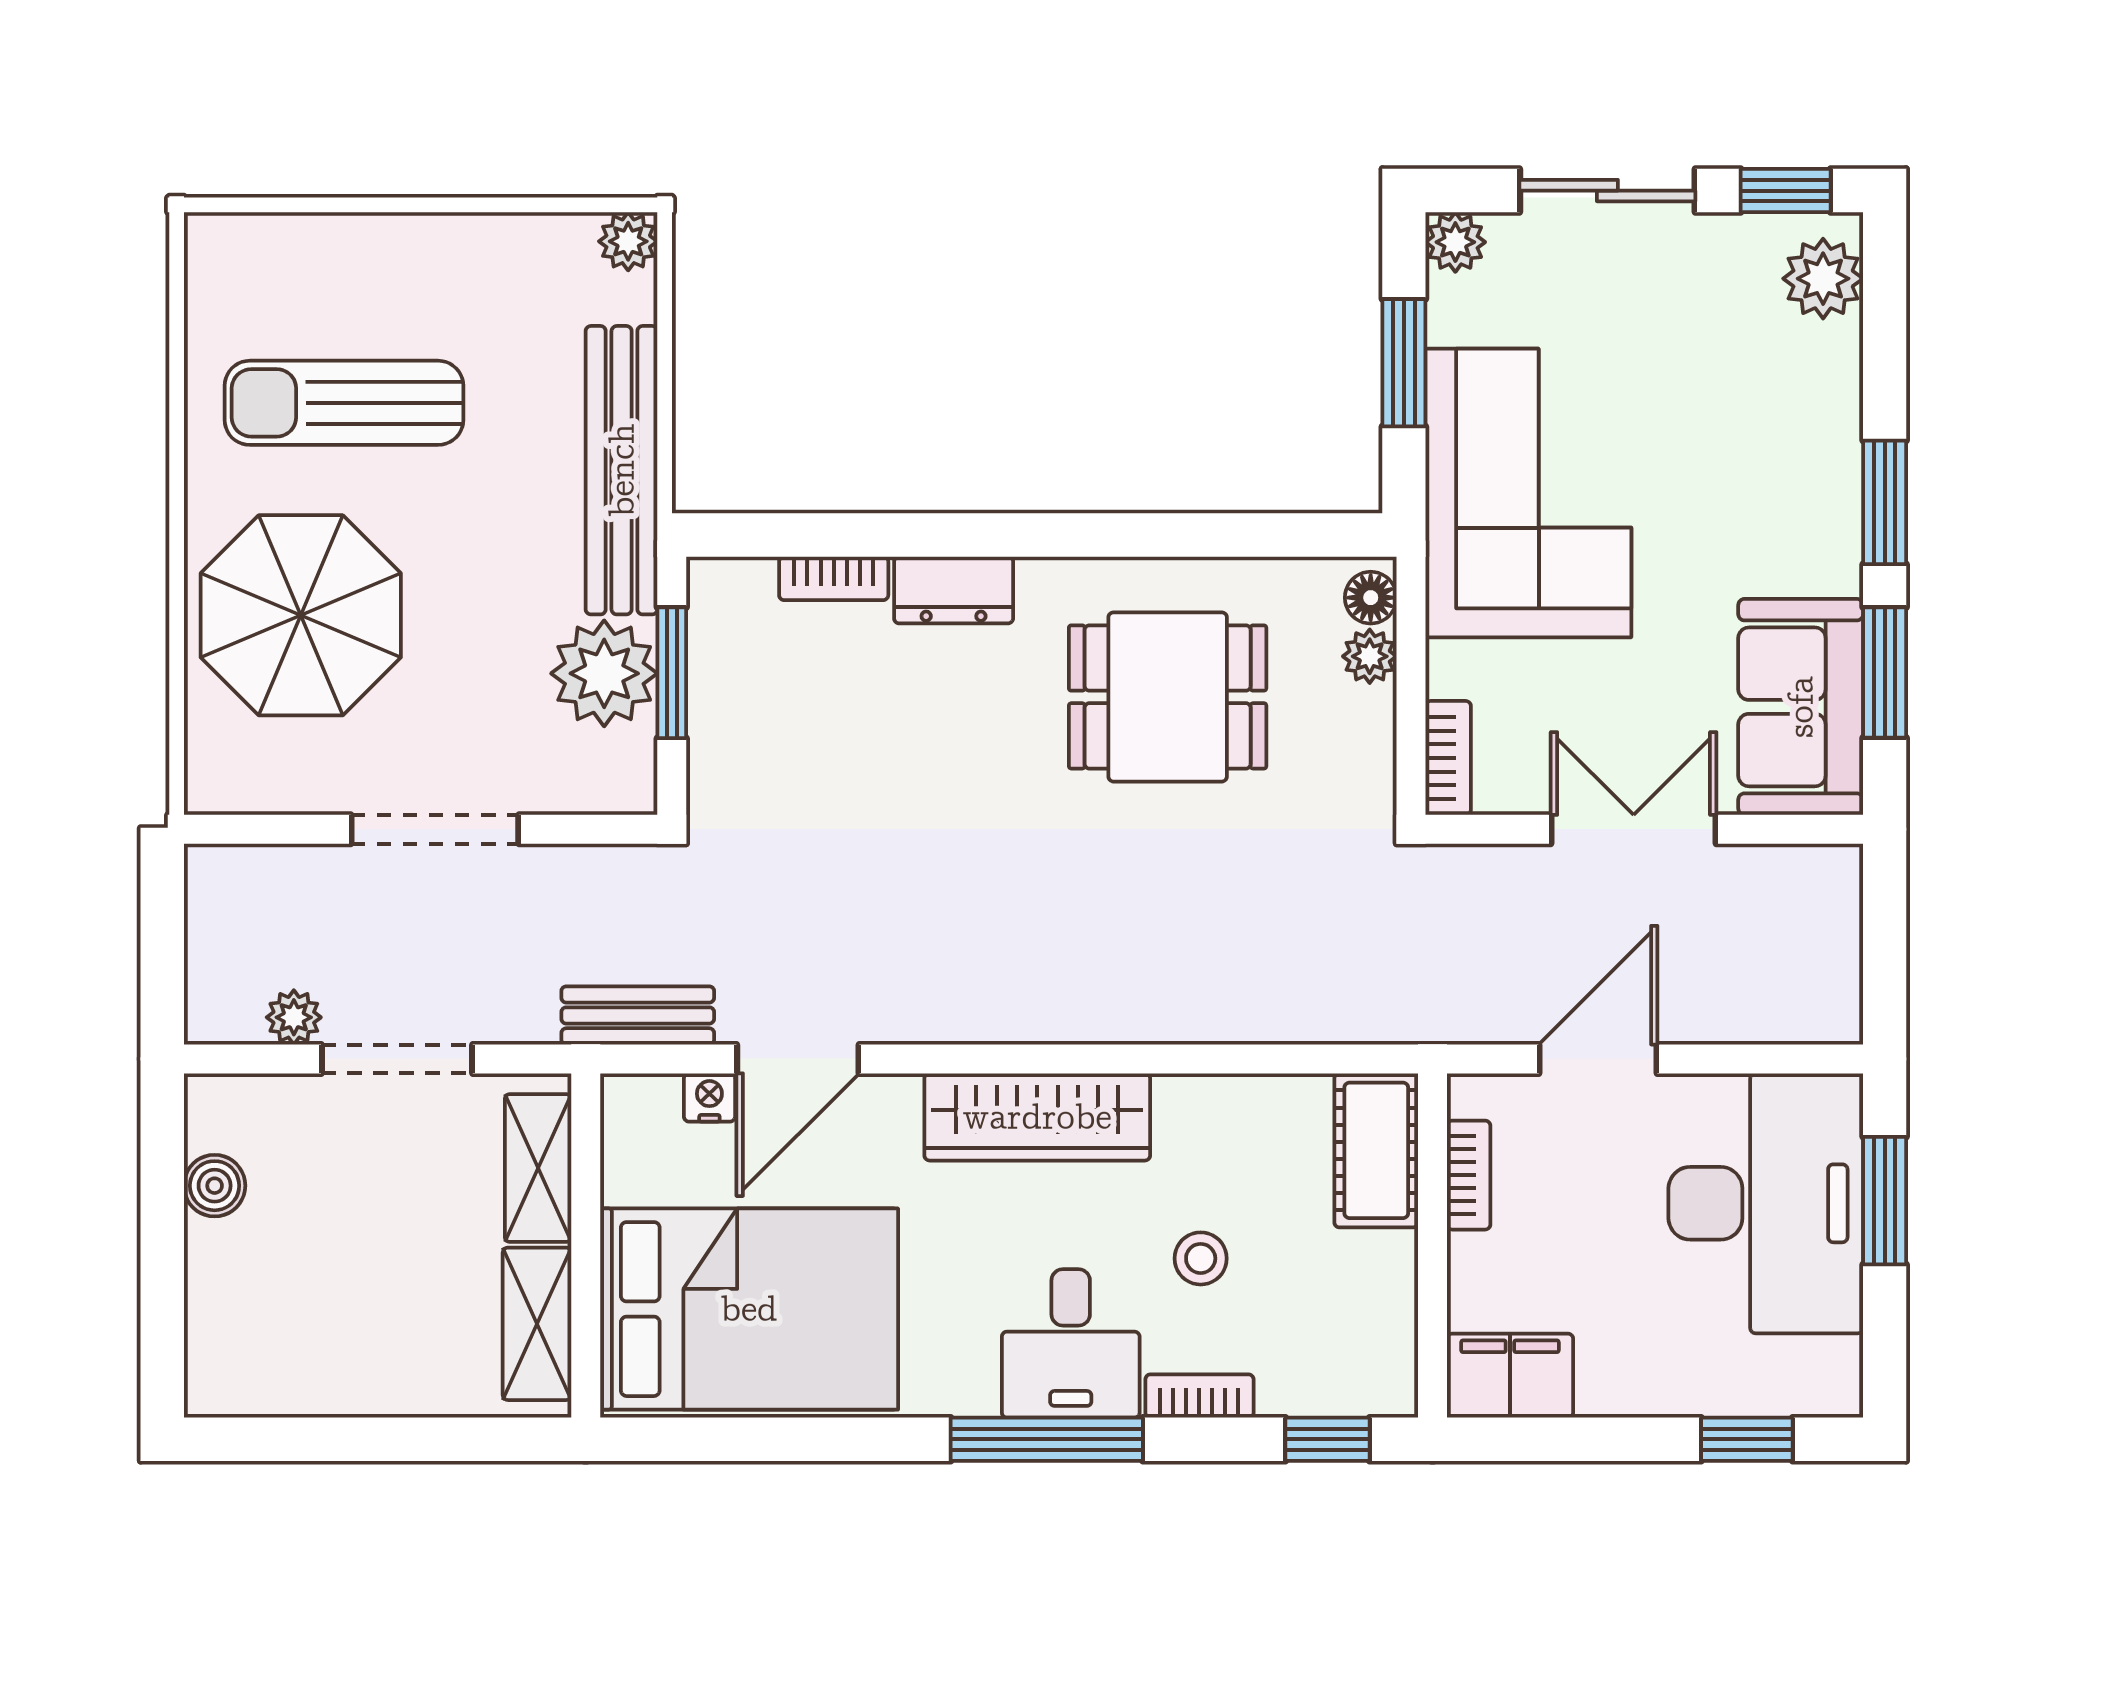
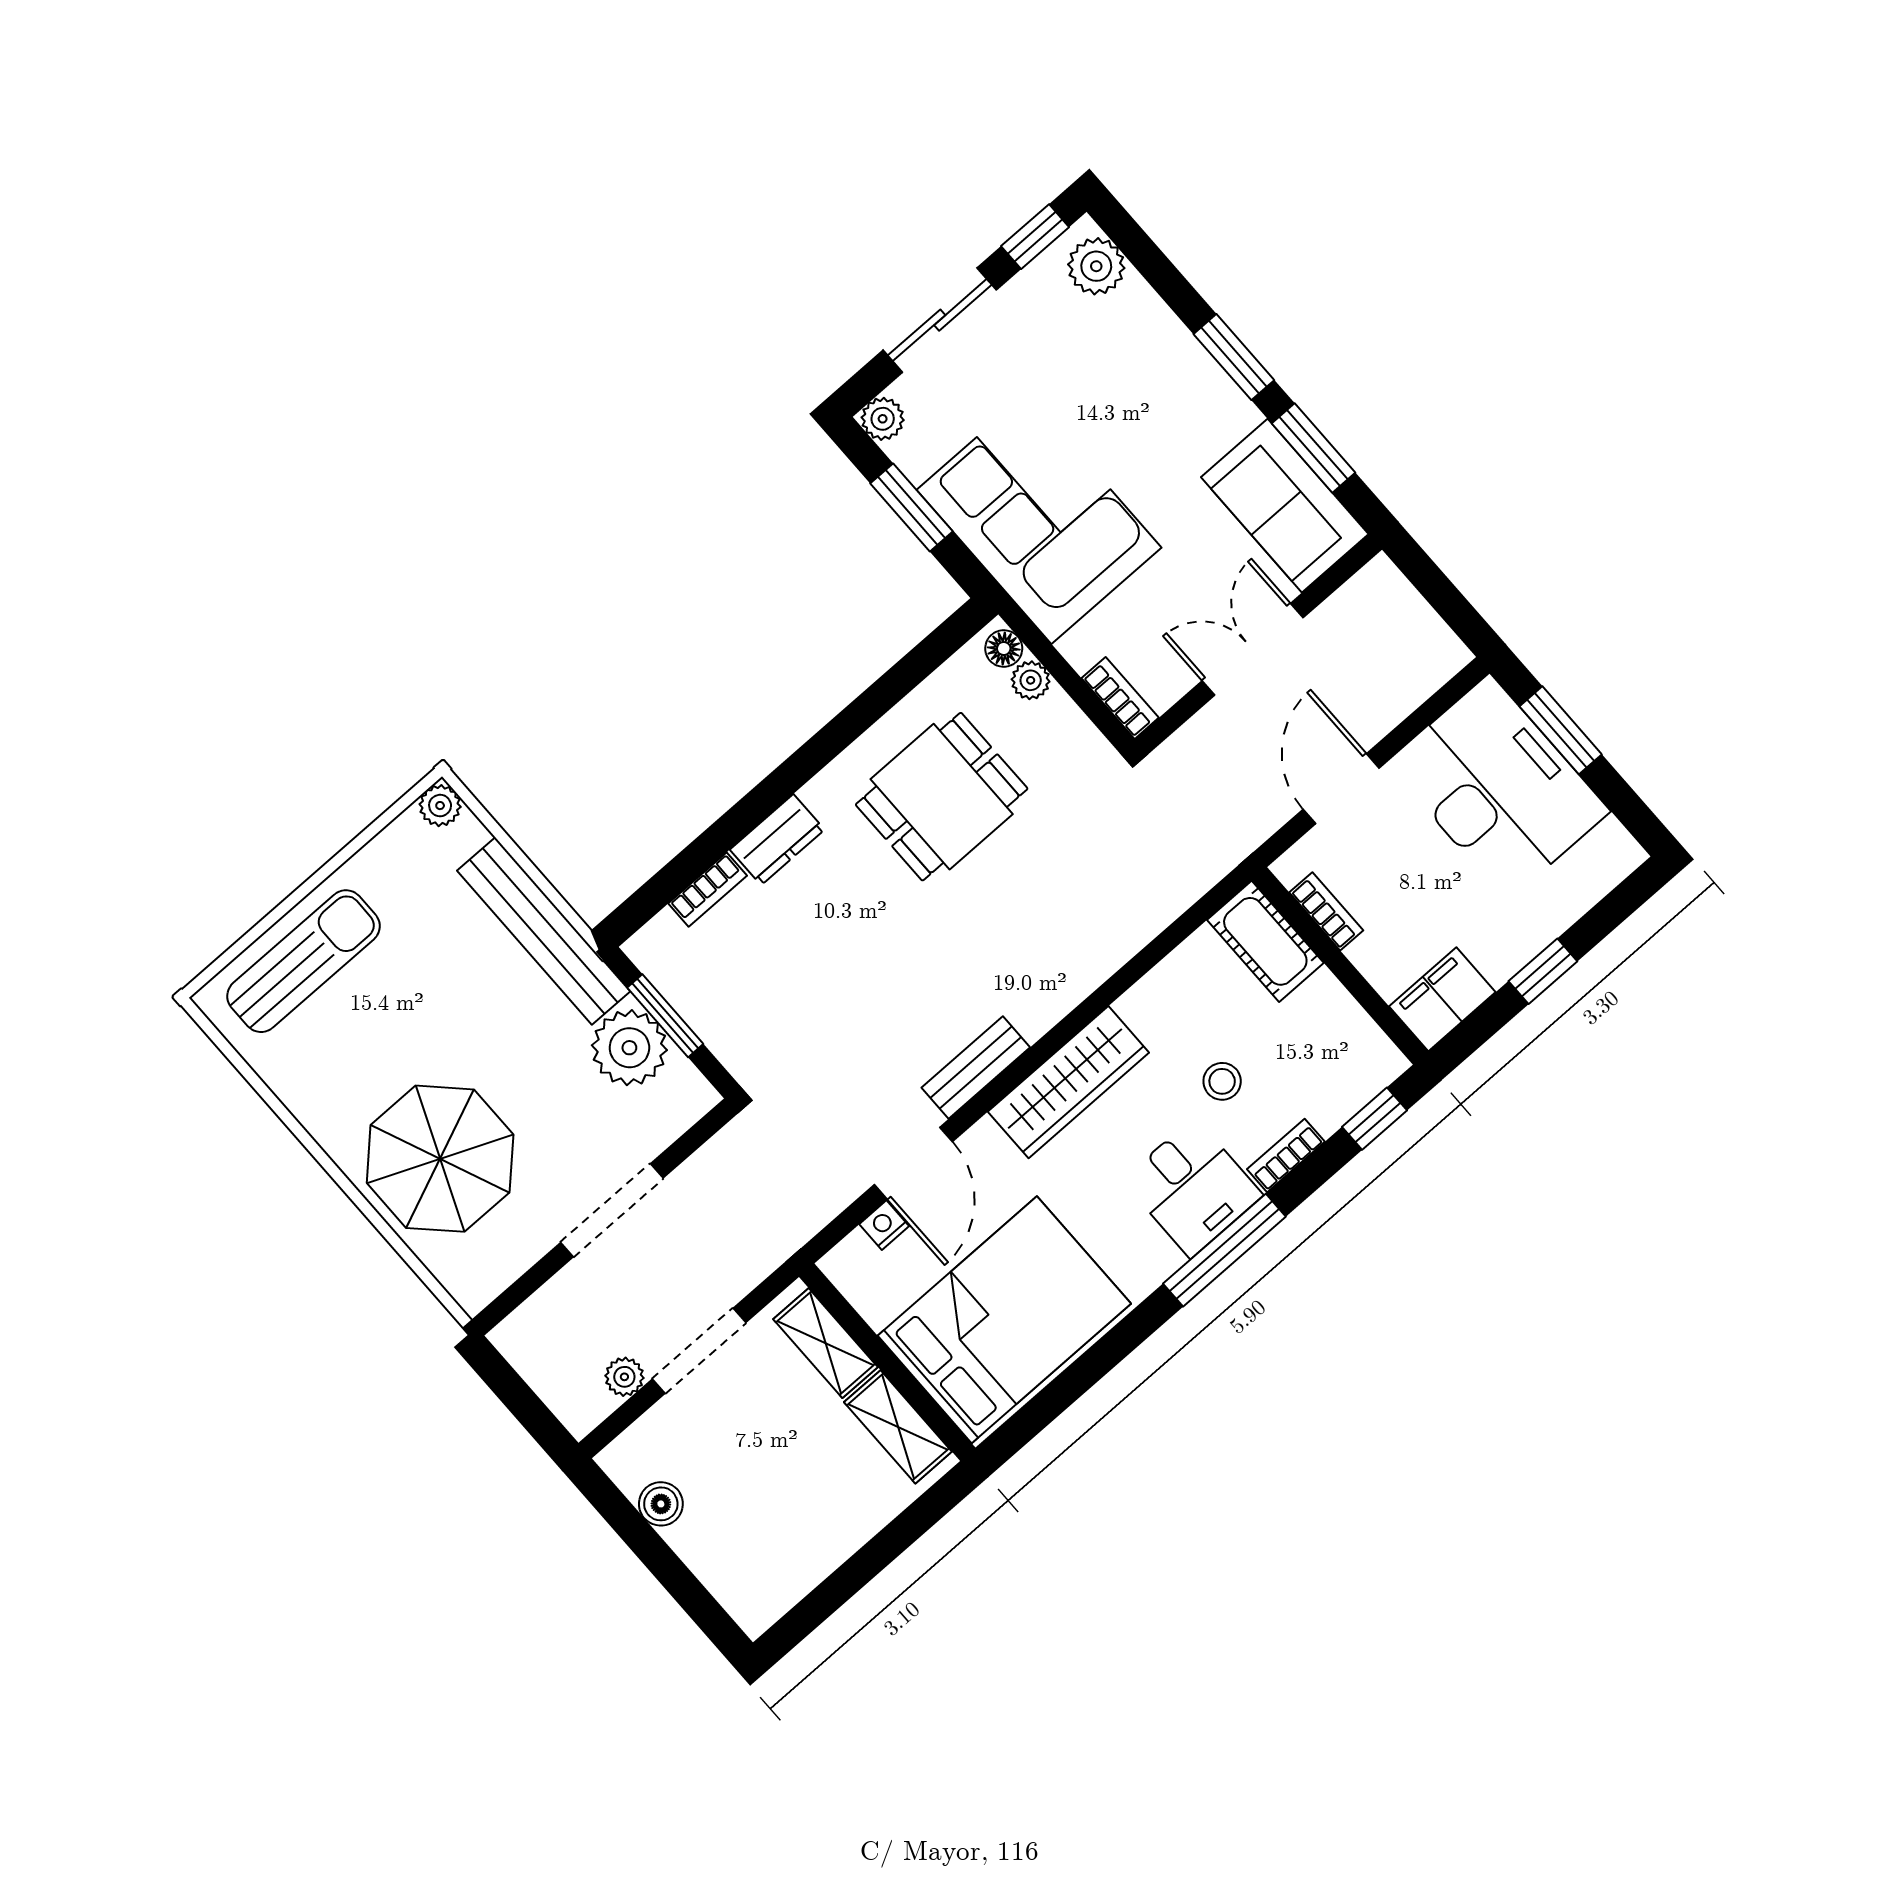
sun lounger: (344, 403) -> (303, 961), moved, turned 180
bench: (638, 1015) -> (976, 1068), moved
window: (1747, 1439) -> (1543, 971), moved

